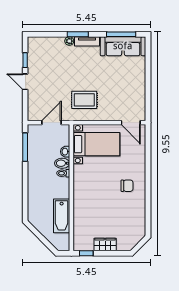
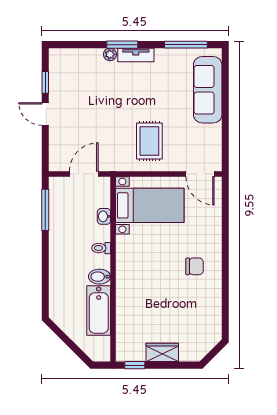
sofa: (123, 46) -> (208, 90), moved, turned 90
rug: (84, 100) -> (149, 141), moved, turned 90
bidet: (62, 163) -> (99, 277), moved

